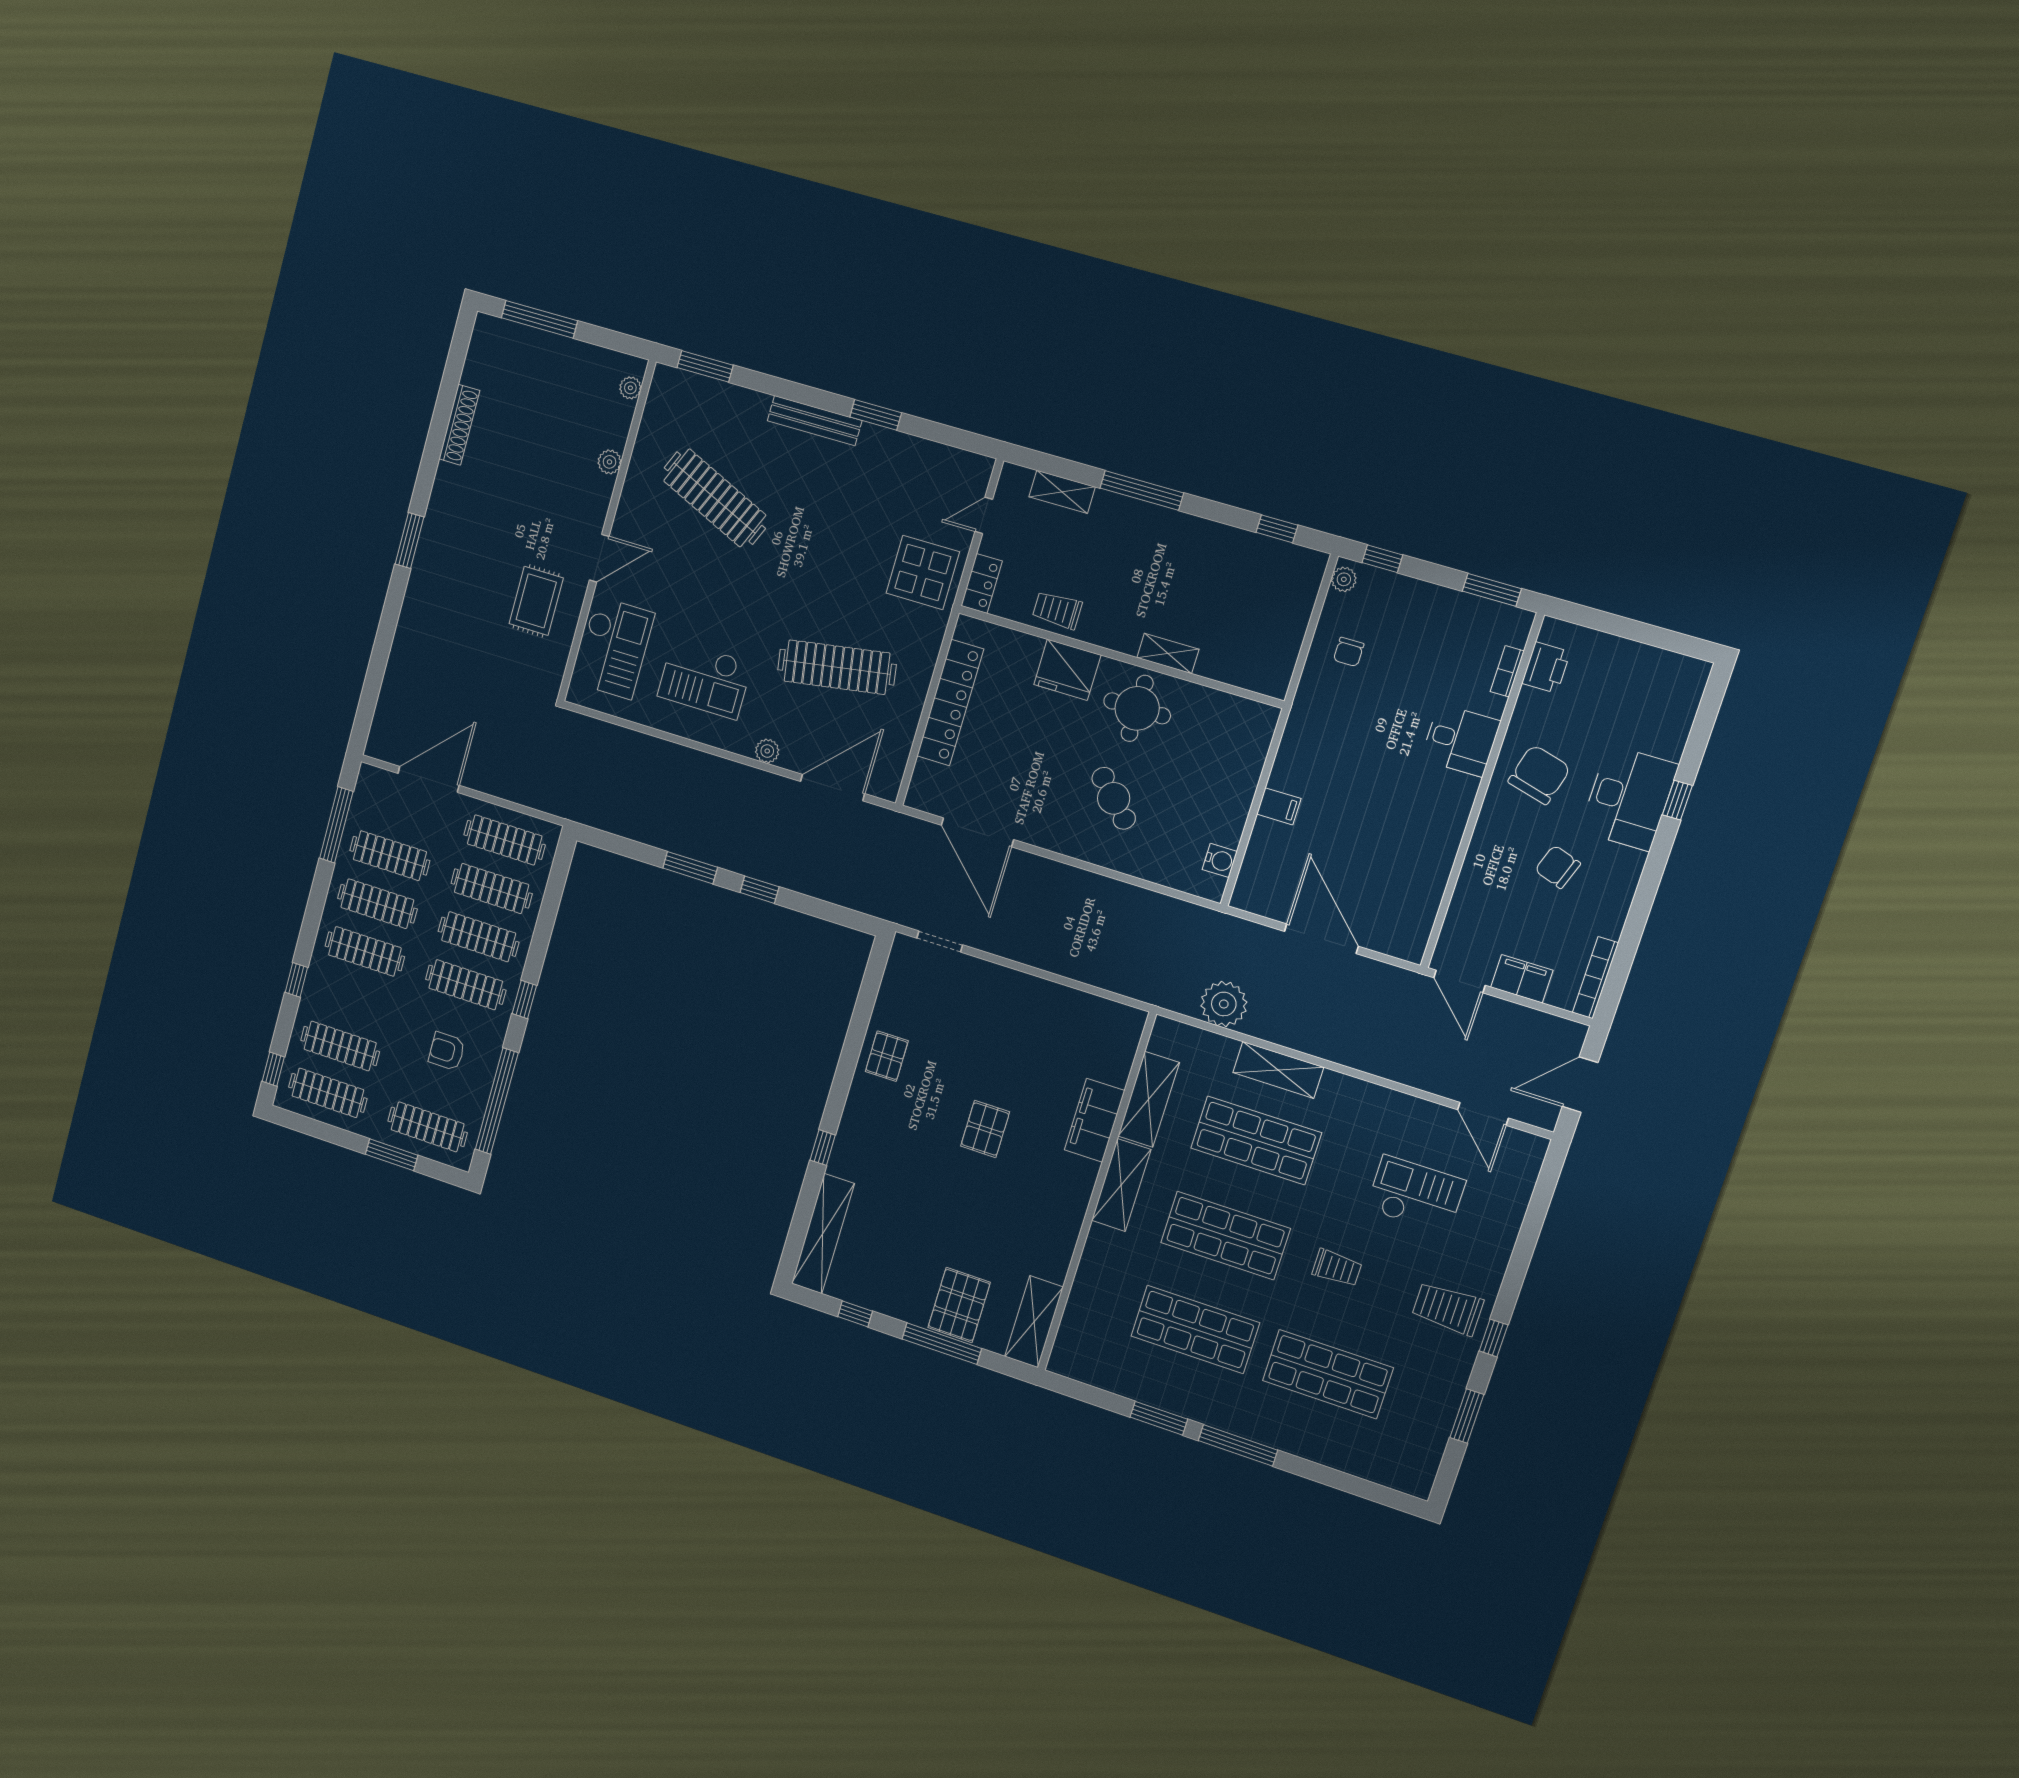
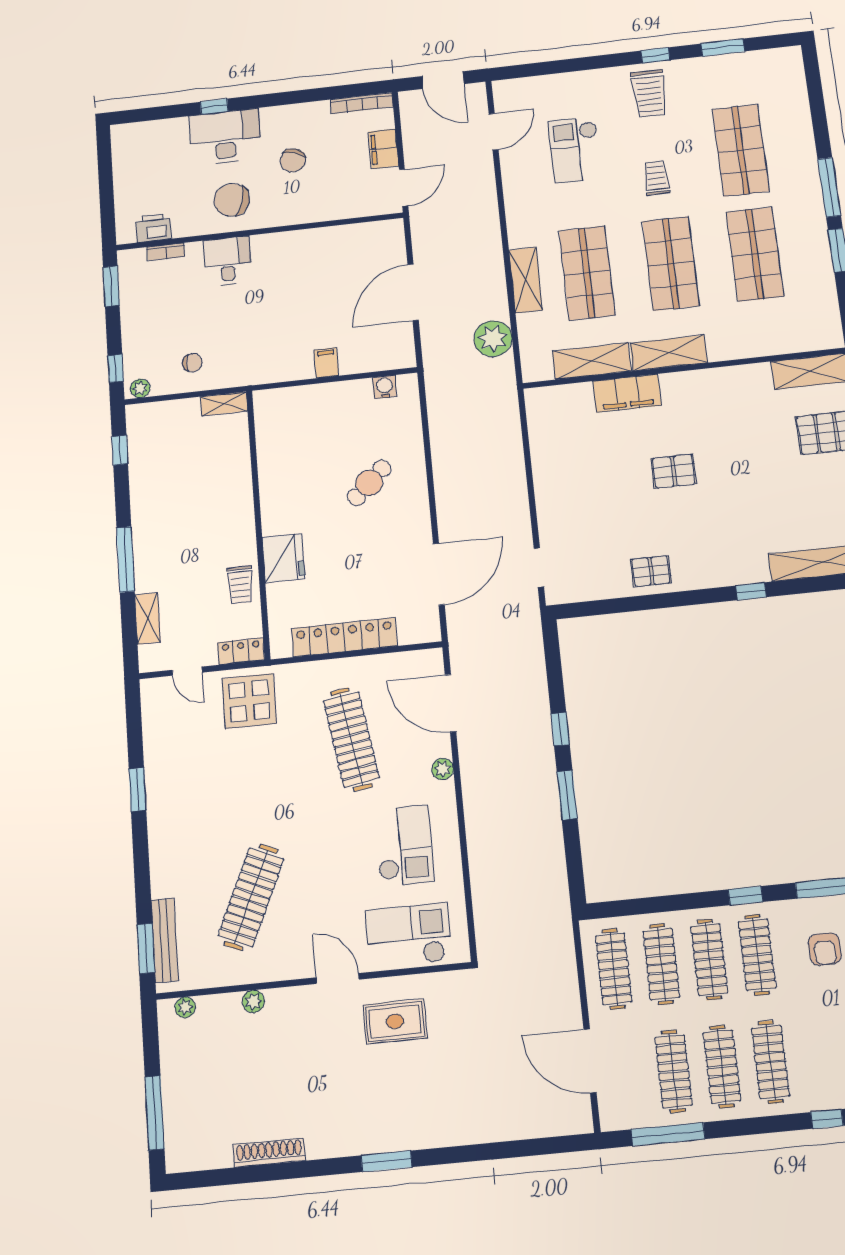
bench: (815, 421) -> (165, 940), moved
shelving: (1168, 654) -> (224, 404), moved, turned 90
round table: (1137, 708) -> (293, 494), removed

